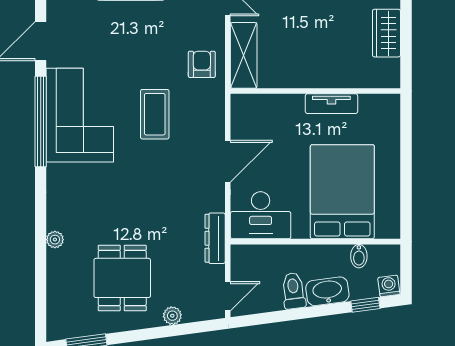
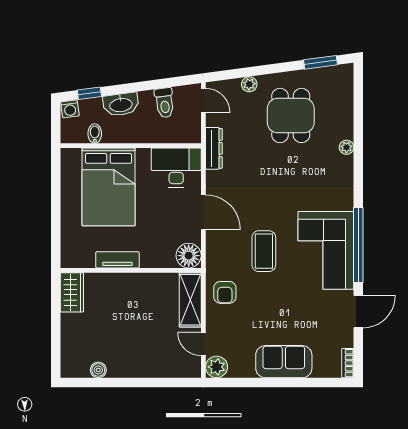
wardrobe: (386, 33) -> (72, 292), moved
floor lamp: (246, 109) -> (189, 256), added
door: (228, 161) -> (203, 212), swing flipped
toilet: (293, 291) -> (165, 103), moved
door: (228, 296) -> (203, 100), swing flipped

